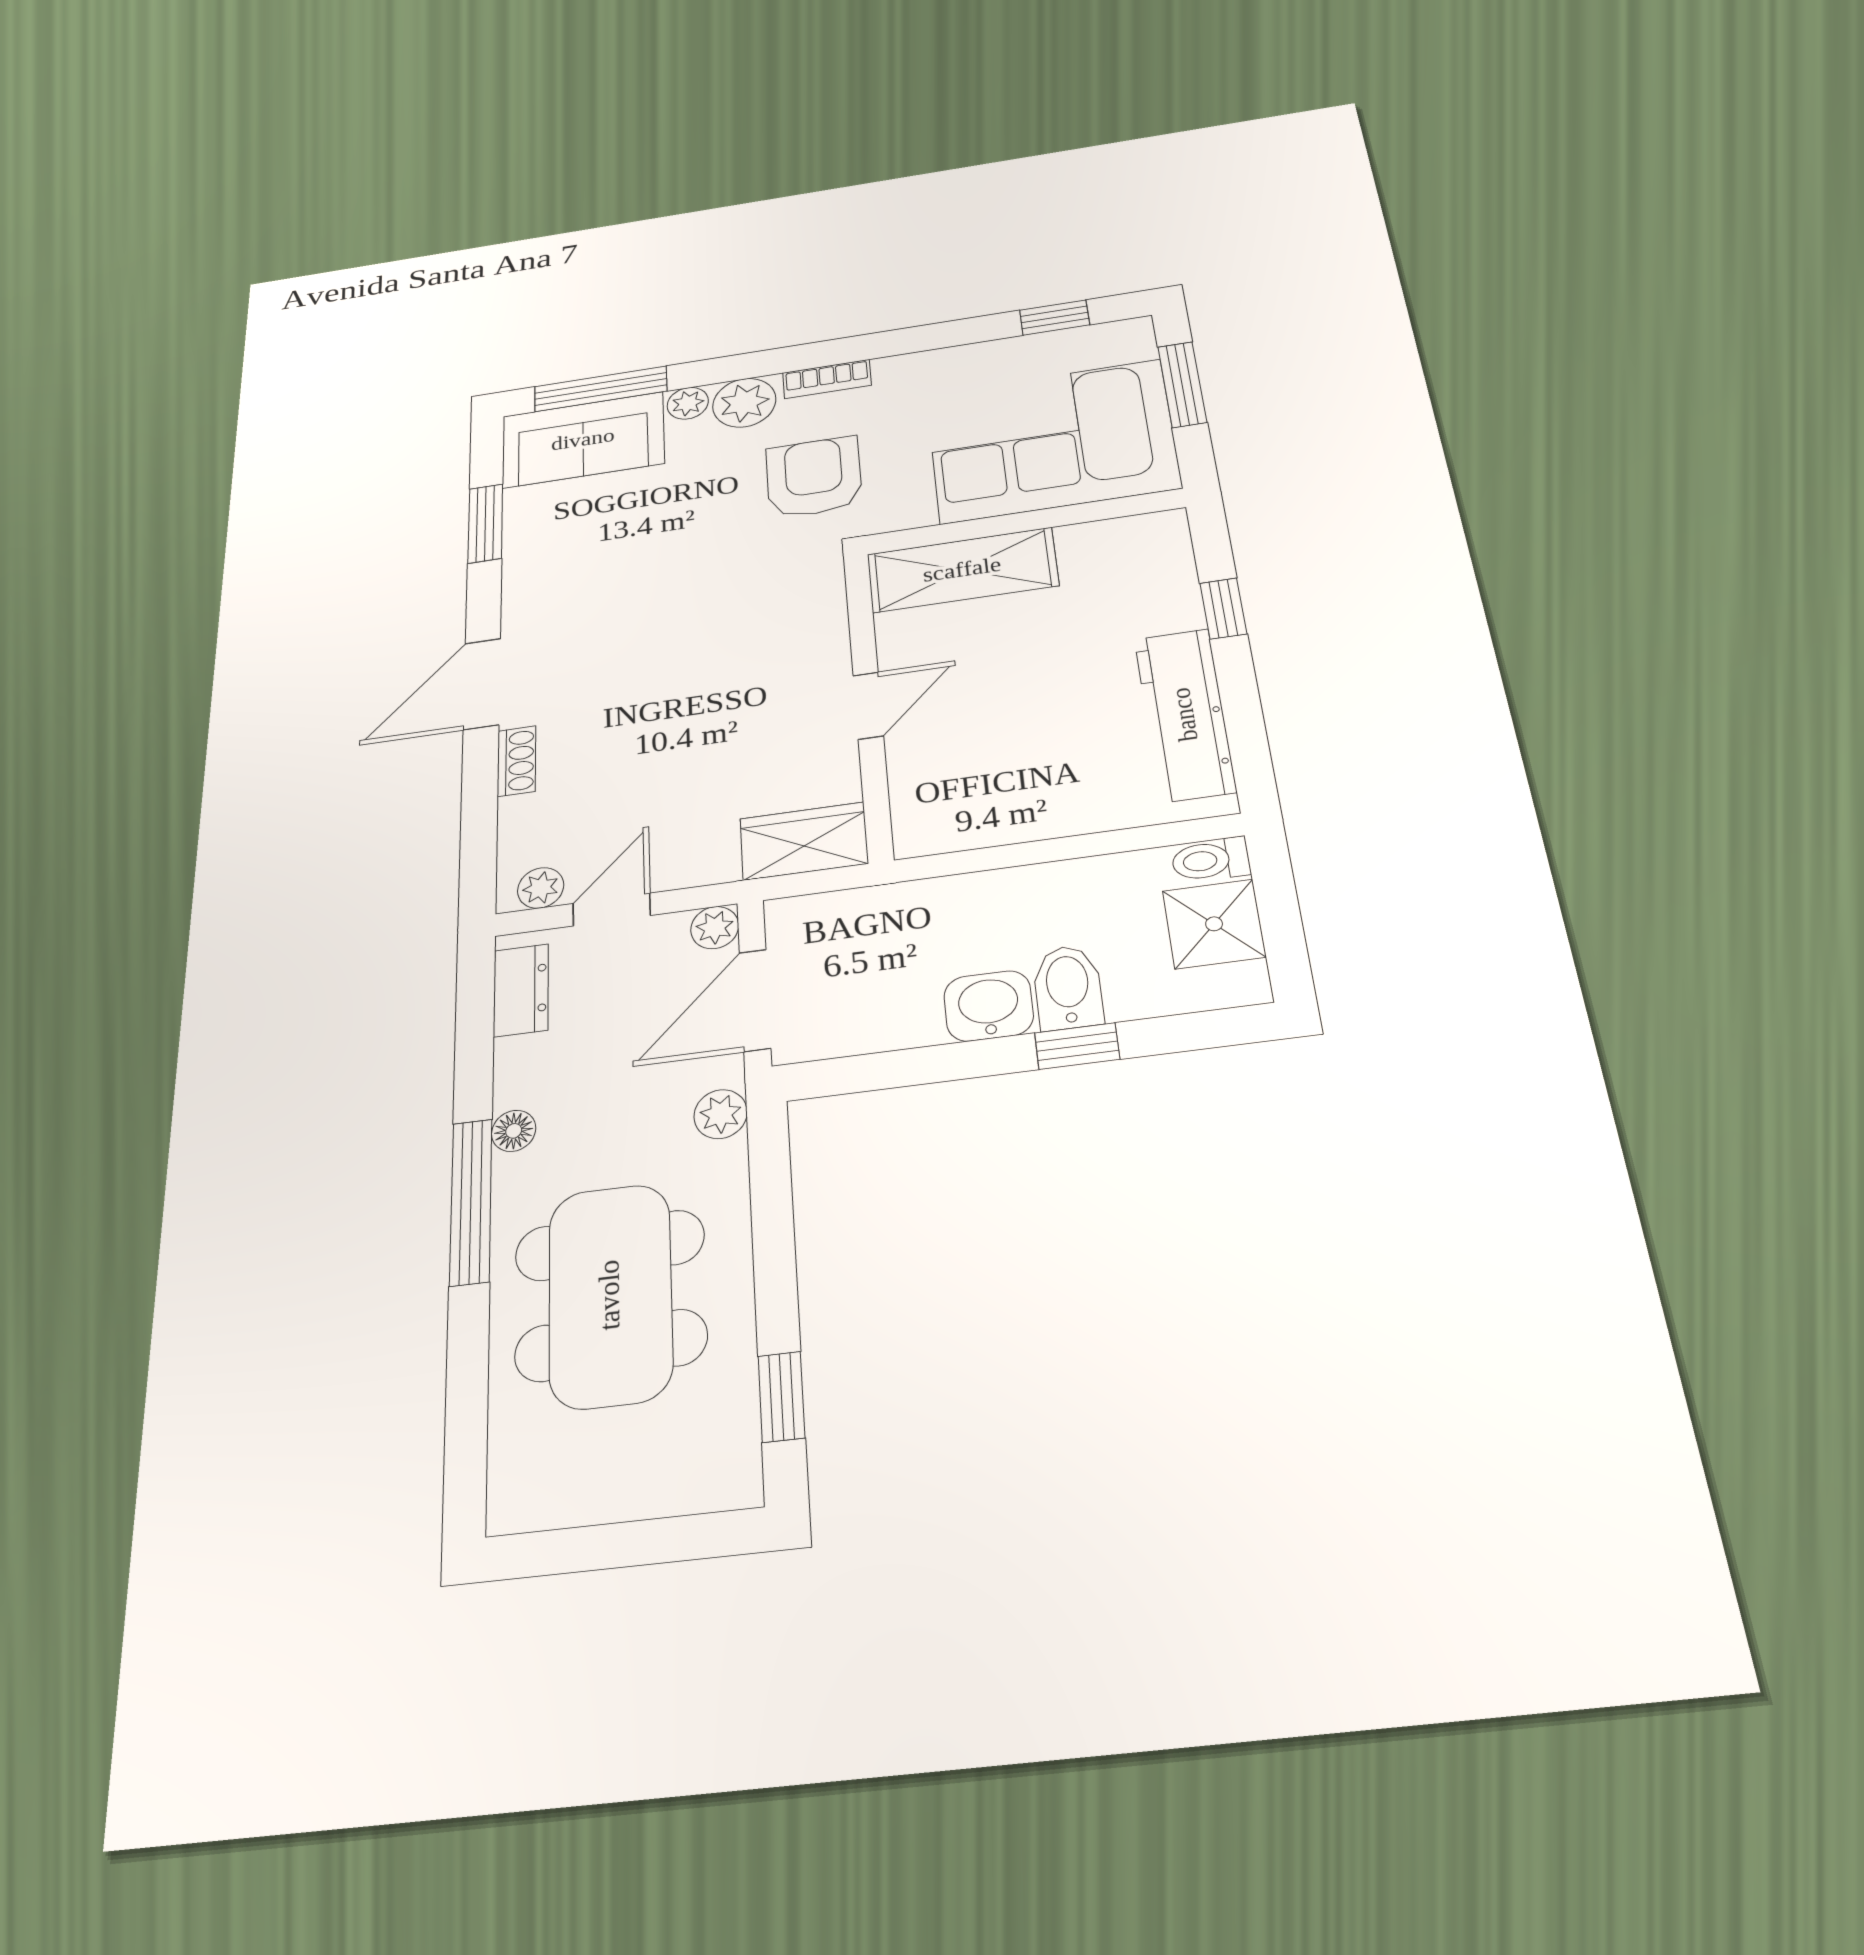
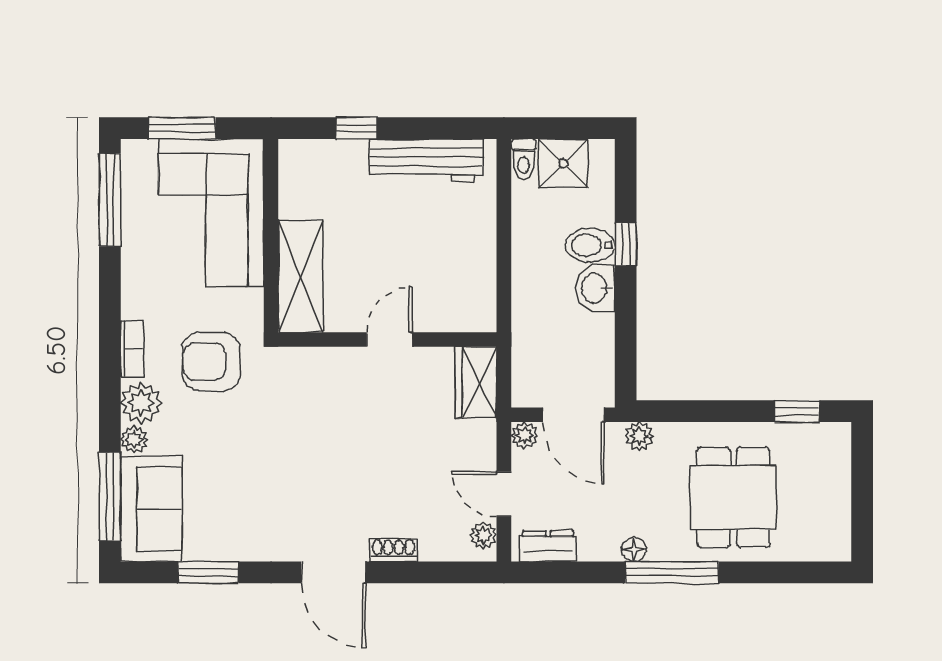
window: (1054, 318) -> (110, 200), width x2.17
door: (868, 706) -> (389, 339), hinge flipped
dining table: (610, 1295) -> (733, 497), width x0.73

